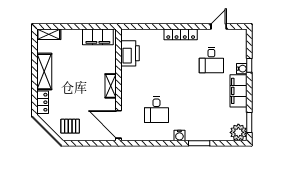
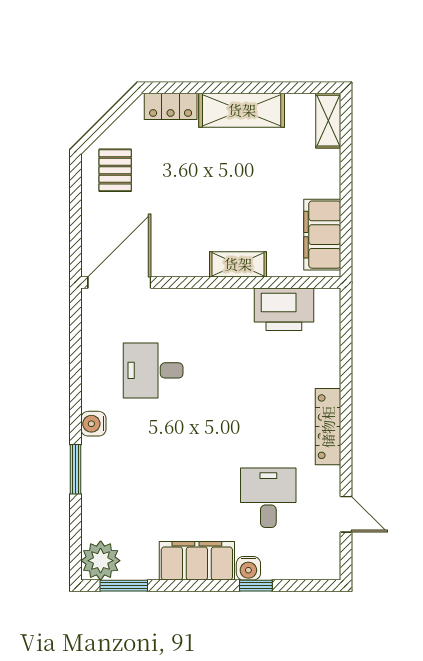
desk: (211, 60) -> (268, 498), turned 90
shelving: (111, 86) -> (238, 264), moved

